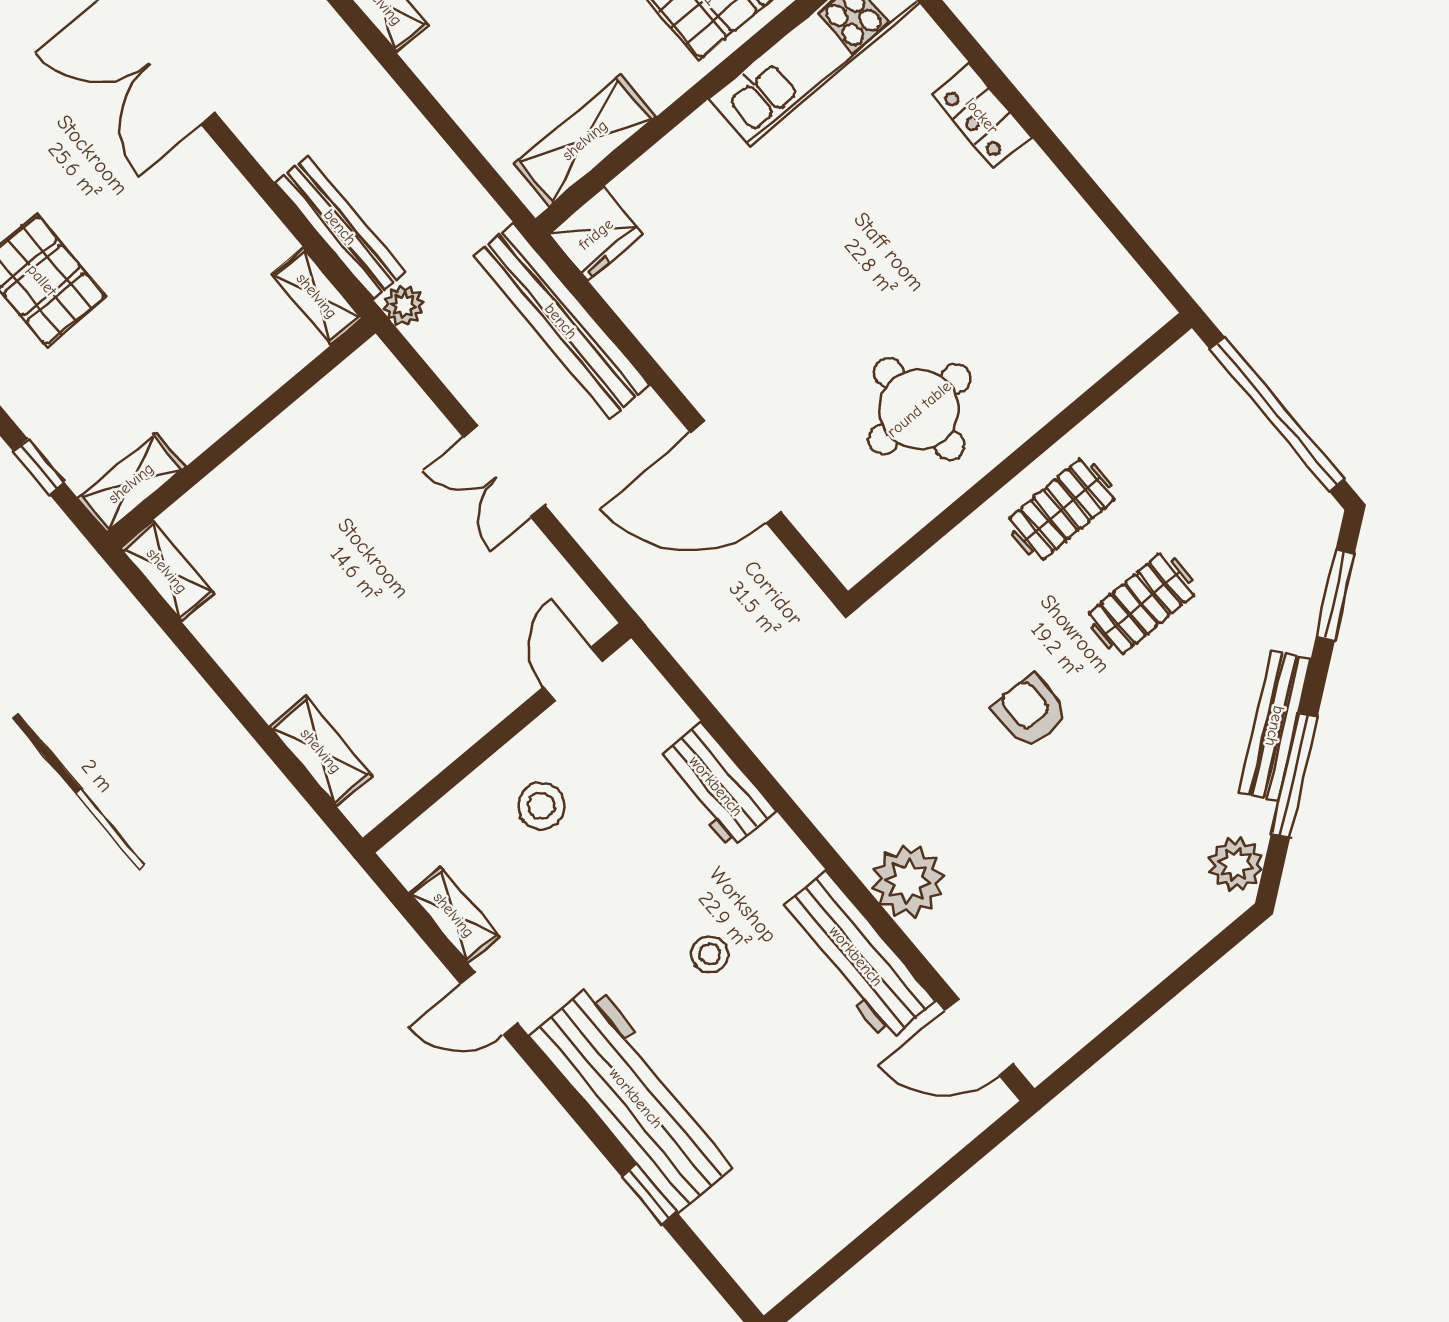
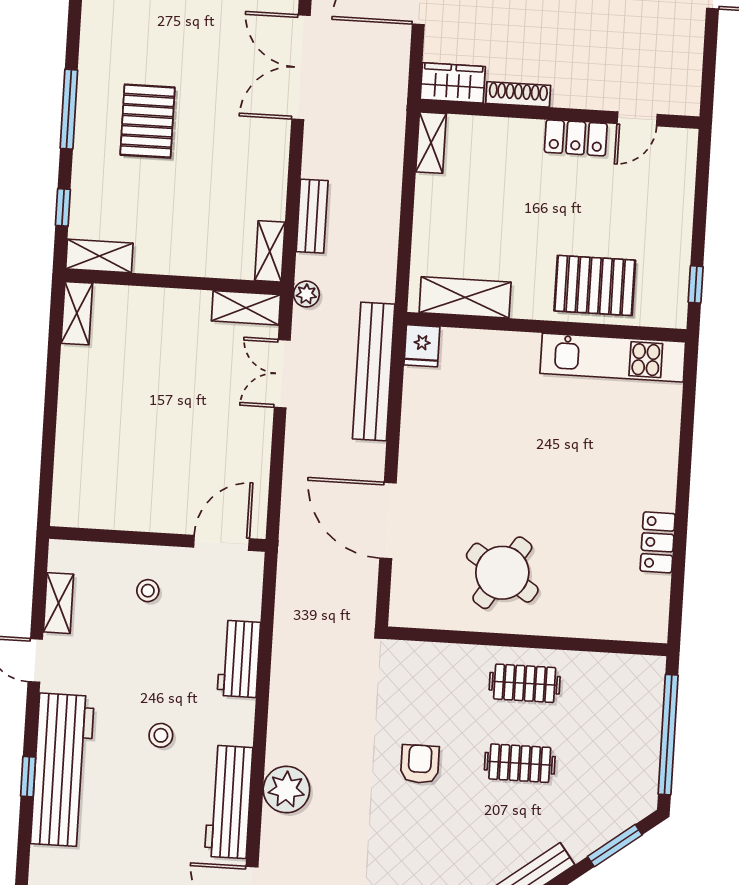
locker: (982, 116) -> (658, 542), moved
bench: (340, 227) -> (312, 216), width x0.73
fridge: (596, 234) -> (422, 346), width x0.72
round table: (919, 409) -> (502, 573), turned 33
double door: (504, 471) -> (282, 374), moved
door: (573, 674) -> (221, 543), width x1.38
shelving: (321, 751) -> (246, 308), moved, turned 90
stool: (541, 806) -> (148, 591), width x0.73, depth x0.73
window: (649, 1194) -> (28, 777), moved

